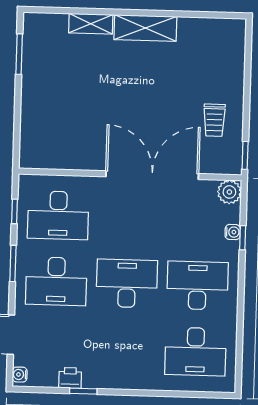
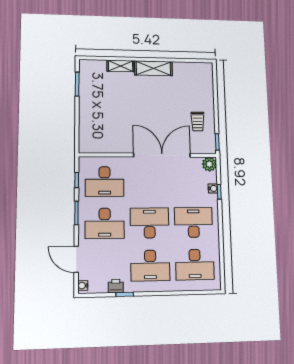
desk: (125, 349) -> (150, 265), added

